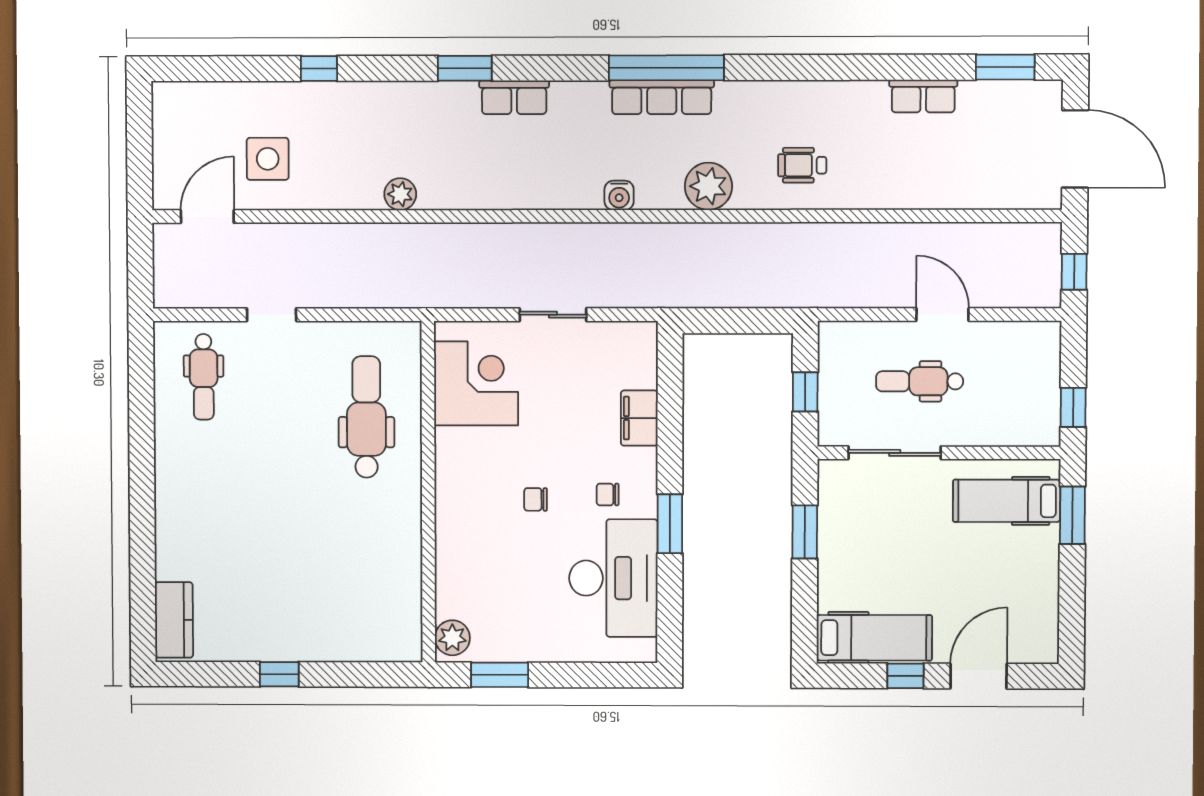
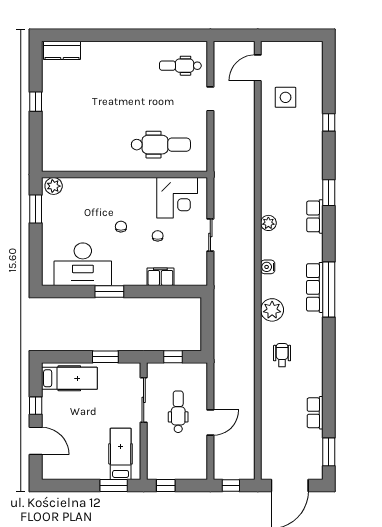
plant: (400, 194) -> (268, 223), moved
door: (207, 217) -> (258, 68), swing flipped
chair: (608, 495) -> (158, 236), moved
hospital bed: (874, 638) -> (69, 378), moved, turned -90

